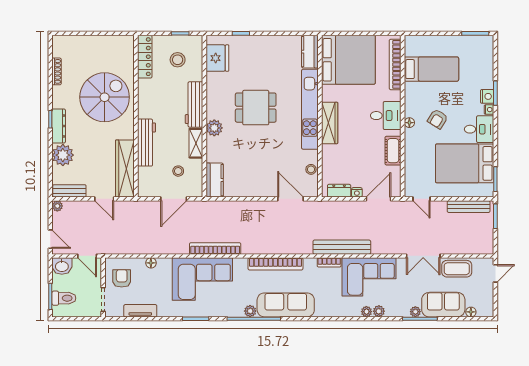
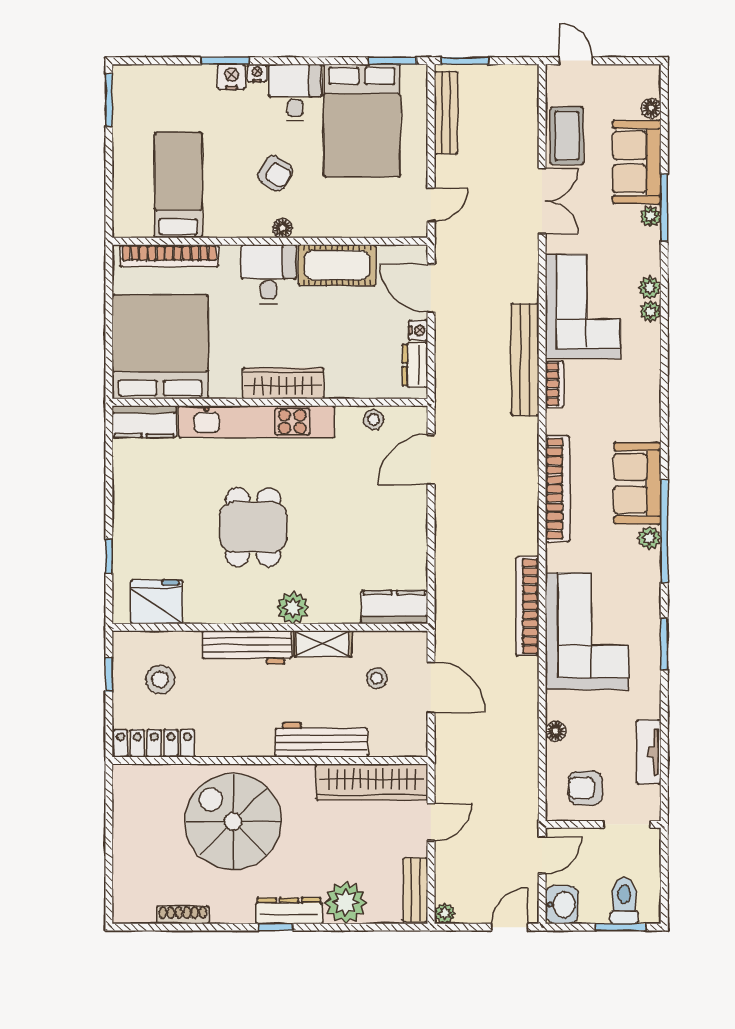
cot: (393, 151) -> (337, 265), width x1.37, depth x1.34
sofa: (286, 305) -> (637, 483), width x0.73

